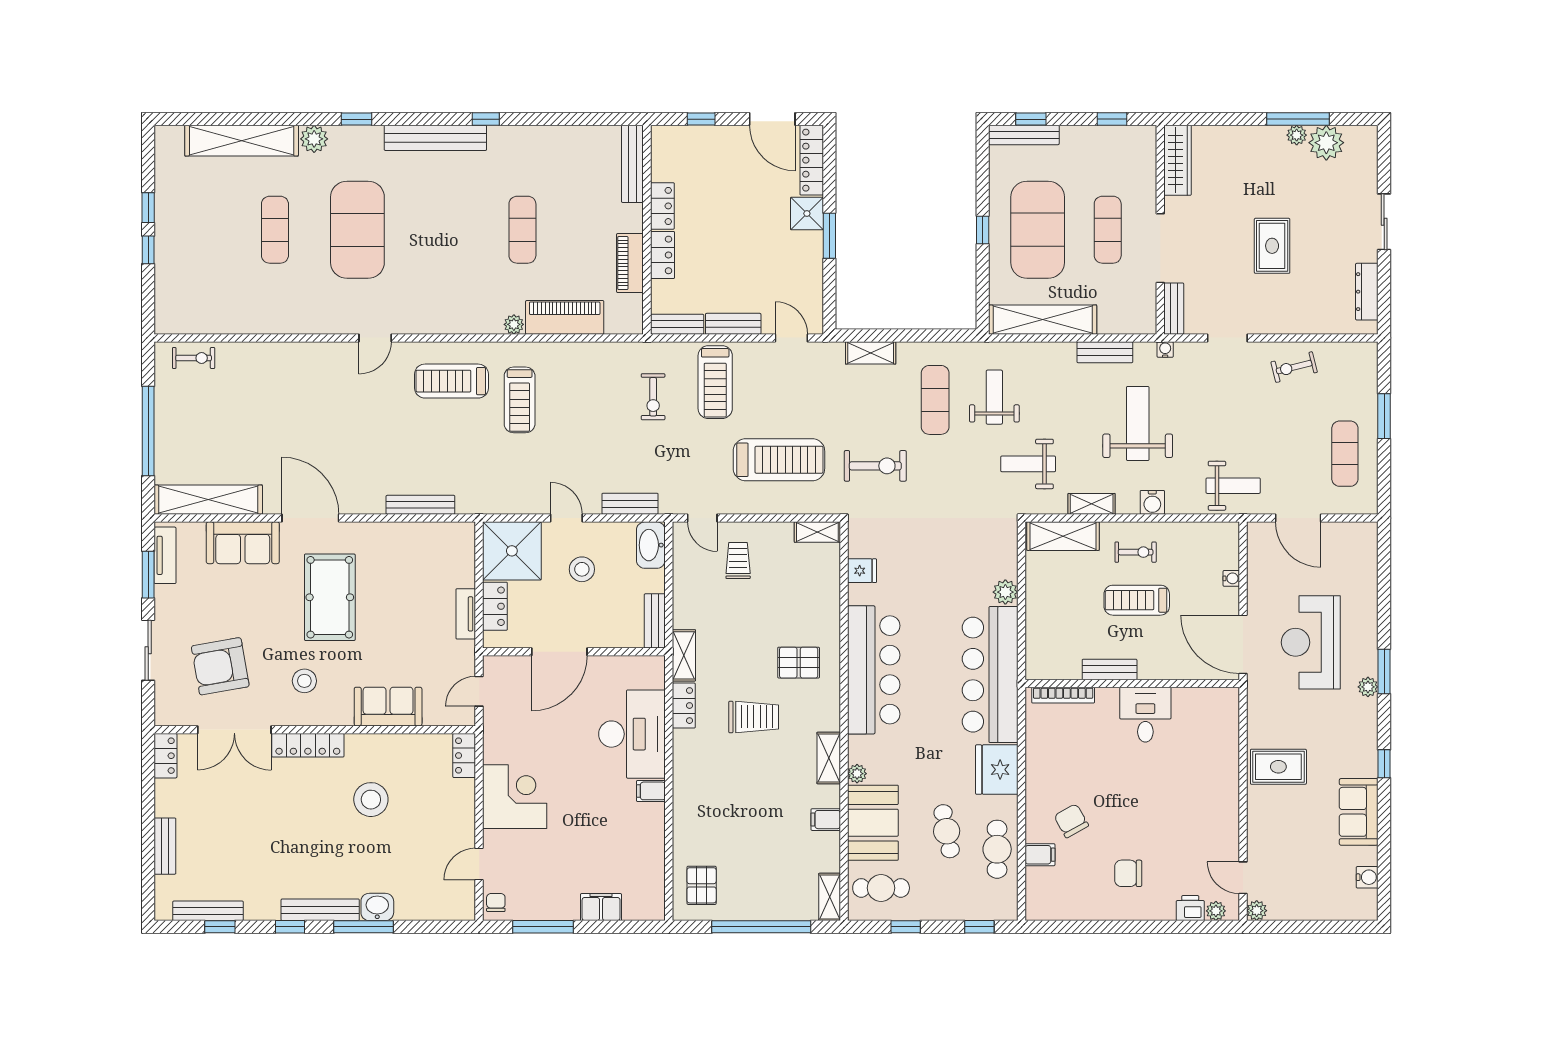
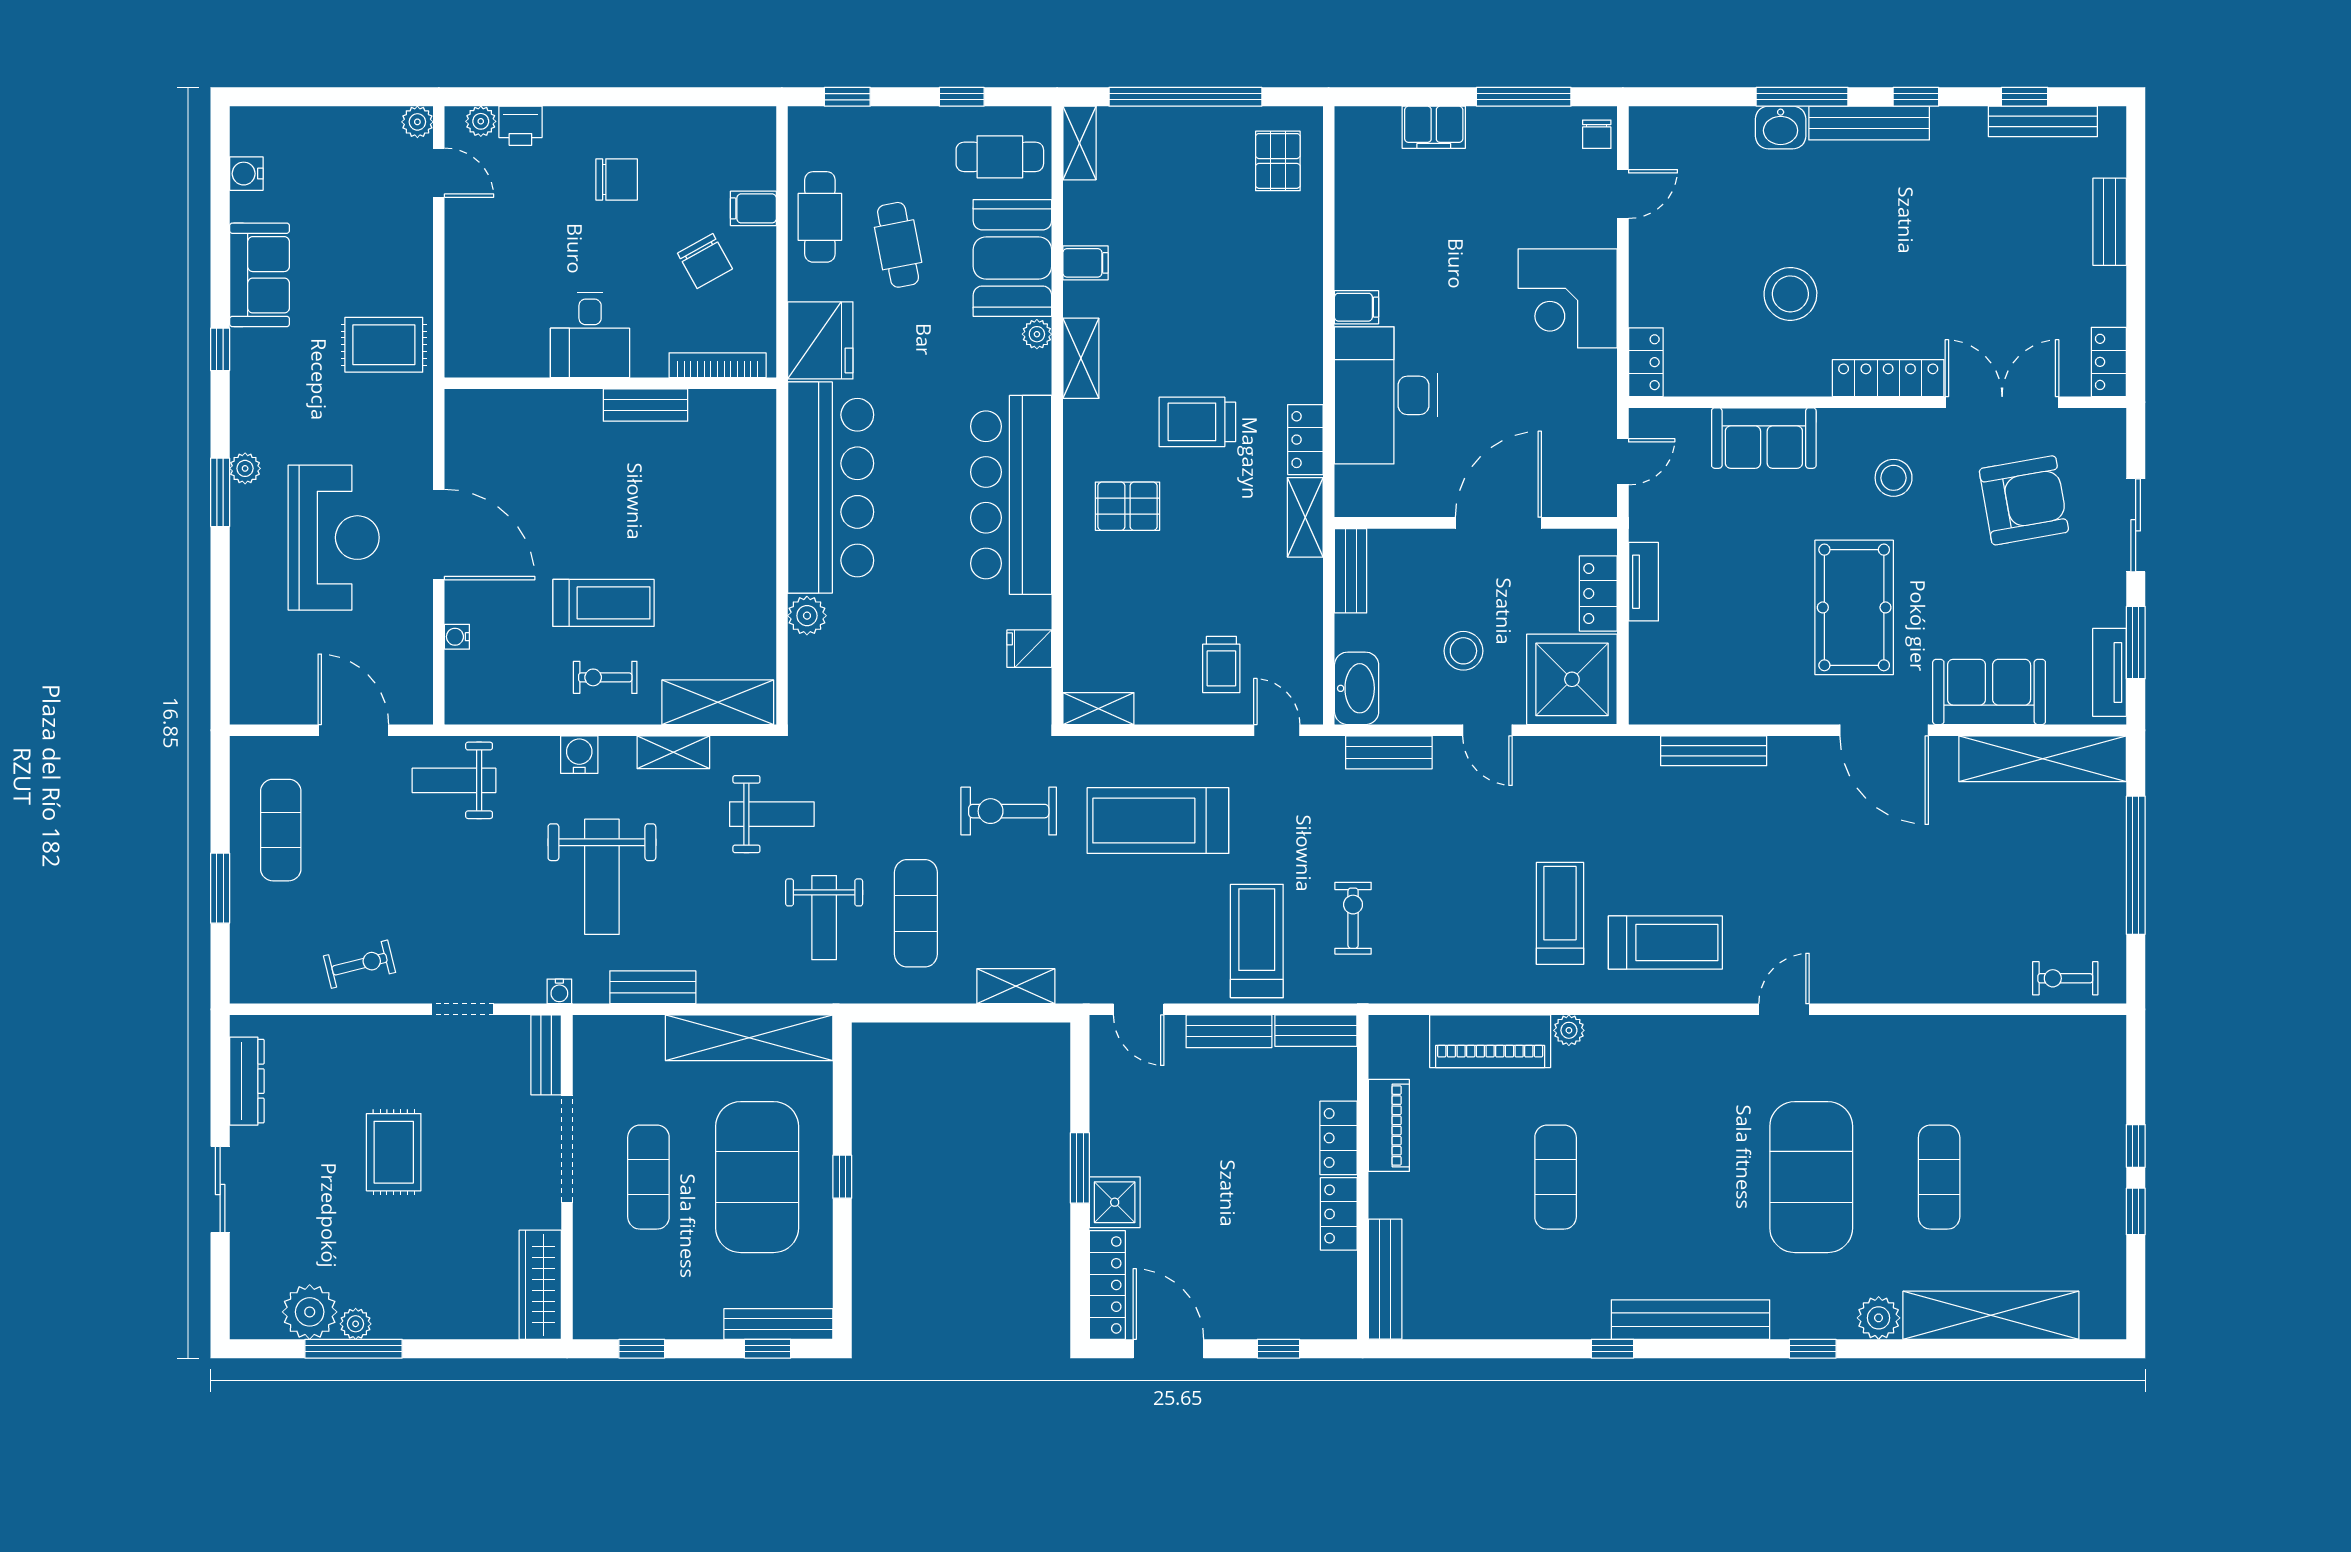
bench: (1110, 669) -> (646, 405), moved
wall: (1132, 683) -> (610, 383), moved
bookcase: (1063, 695) -> (718, 365), moved
desk: (1145, 715) -> (590, 335), moved

